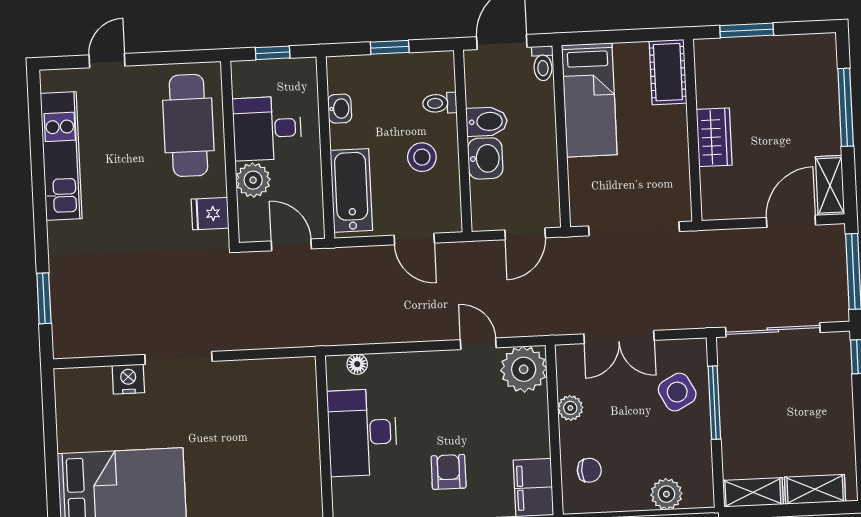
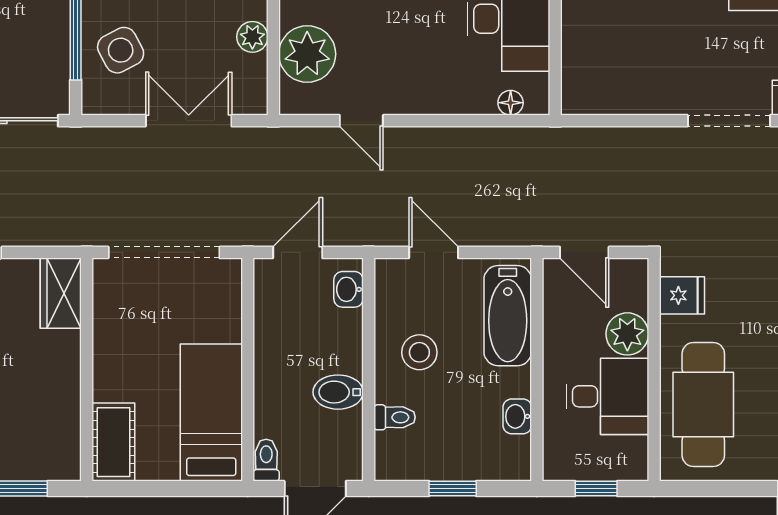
wardrobe: (714, 137) -> (61, 293), moved
washbasin: (485, 158) -> (348, 289), moved, width x0.72, depth x0.69
plant: (524, 369) -> (307, 54), moved

